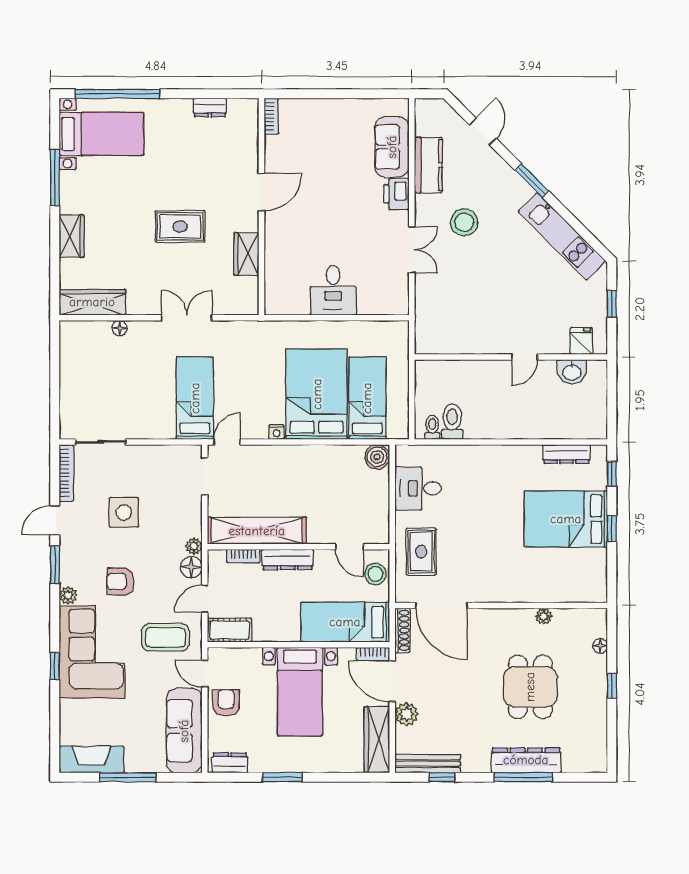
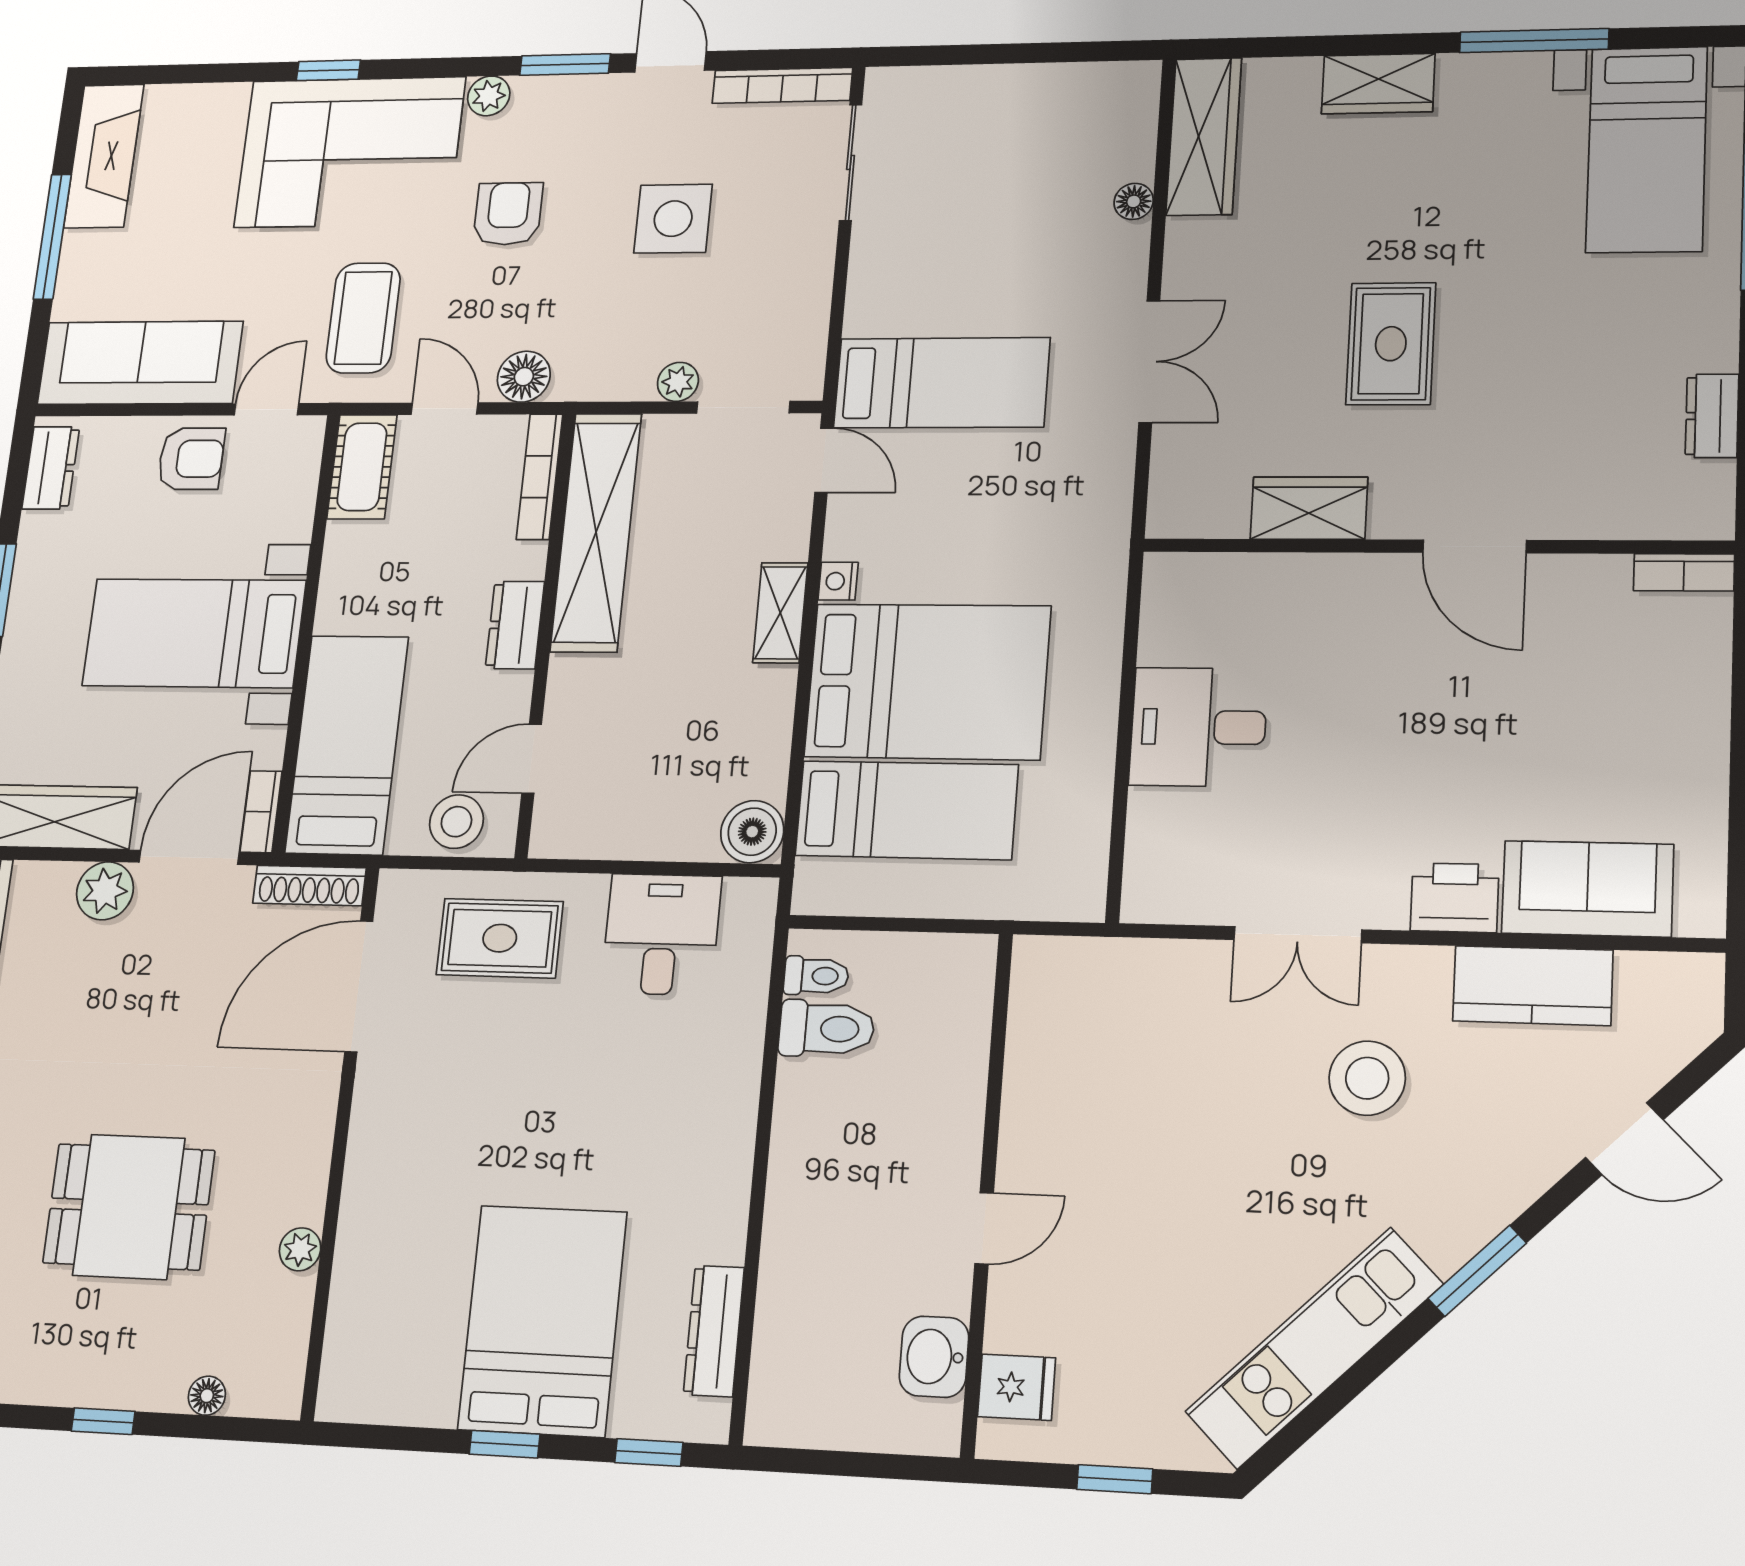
door: (524, 357) -> (984, 1228), swing flipped
shelving: (289, 454) -> (780, 613), added
plant: (194, 546) -> (678, 382), moved
bookcase: (243, 556) -> (540, 477), width x1.56
dresser: (288, 559) -> (515, 625), width x0.70

